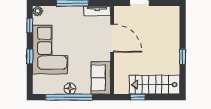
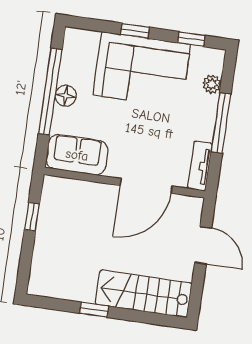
plant: (38, 11) -> (212, 84), moved
stairs: (154, 85) -> (144, 294), moved, turned -90

